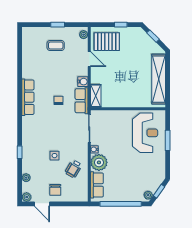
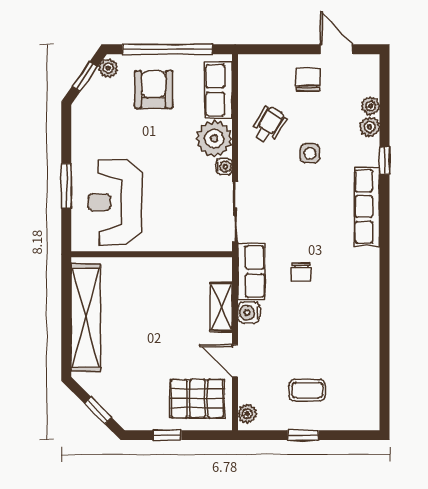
shelving: (96, 96) -> (221, 307), moved
row of seats: (28, 97) -> (367, 207), moved
armchair: (127, 185) -> (154, 89), added
plant: (27, 197) -> (370, 127), moved

